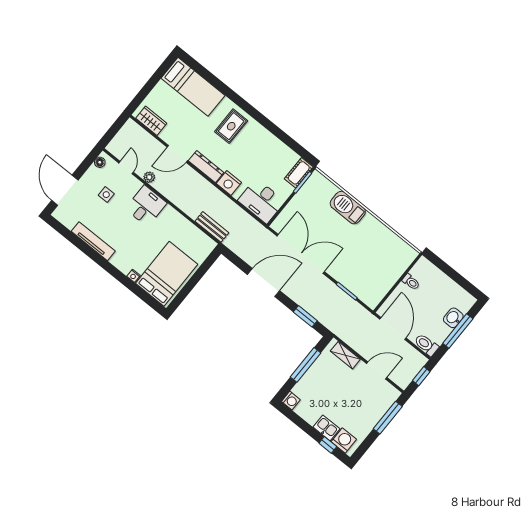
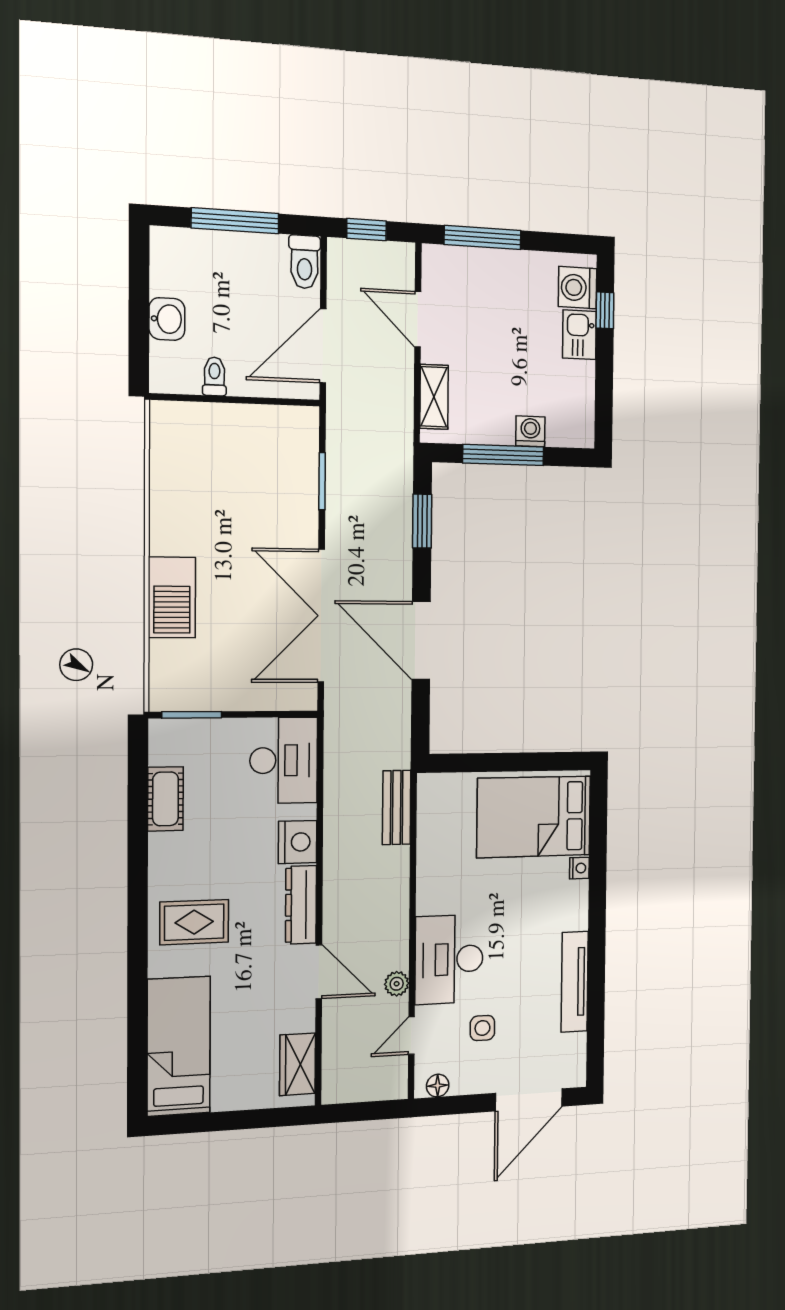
cot: (299, 173) -> (165, 799), moved, turned 90
desk: (146, 206) -> (449, 959), width x1.37
washbasin: (453, 318) -> (167, 319), moved, turned -90
washing machine: (291, 401) -> (530, 431), moved

